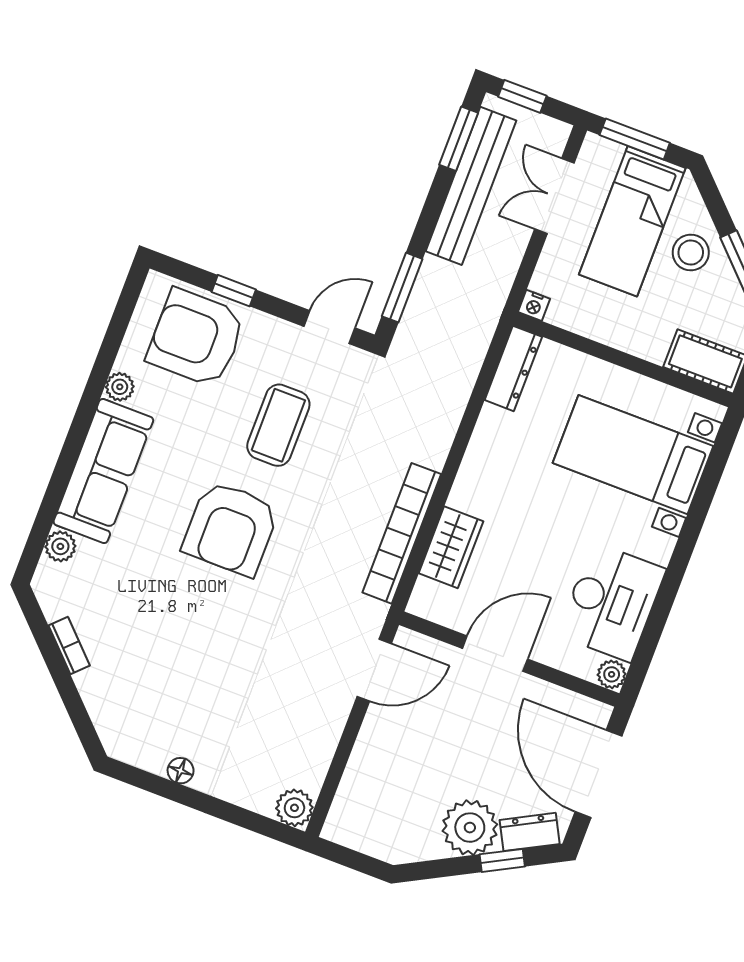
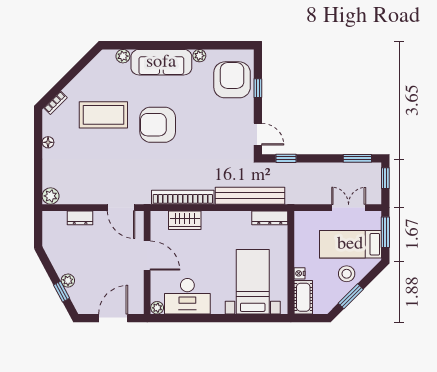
bench: (471, 186) -> (250, 196), moved
window: (402, 288) -> (286, 158), width x0.67
nightstand: (534, 305) -> (299, 273), moved
coffee table: (278, 425) -> (103, 115), moved, width x1.36, depth x1.32
bookcase: (69, 646) -> (56, 103), moved
door: (598, 774) -> (113, 318), width x0.73
plant: (470, 828) -> (68, 281), width x0.53, depth x0.53
dresser: (530, 832) -> (80, 218), moved, turned 118

